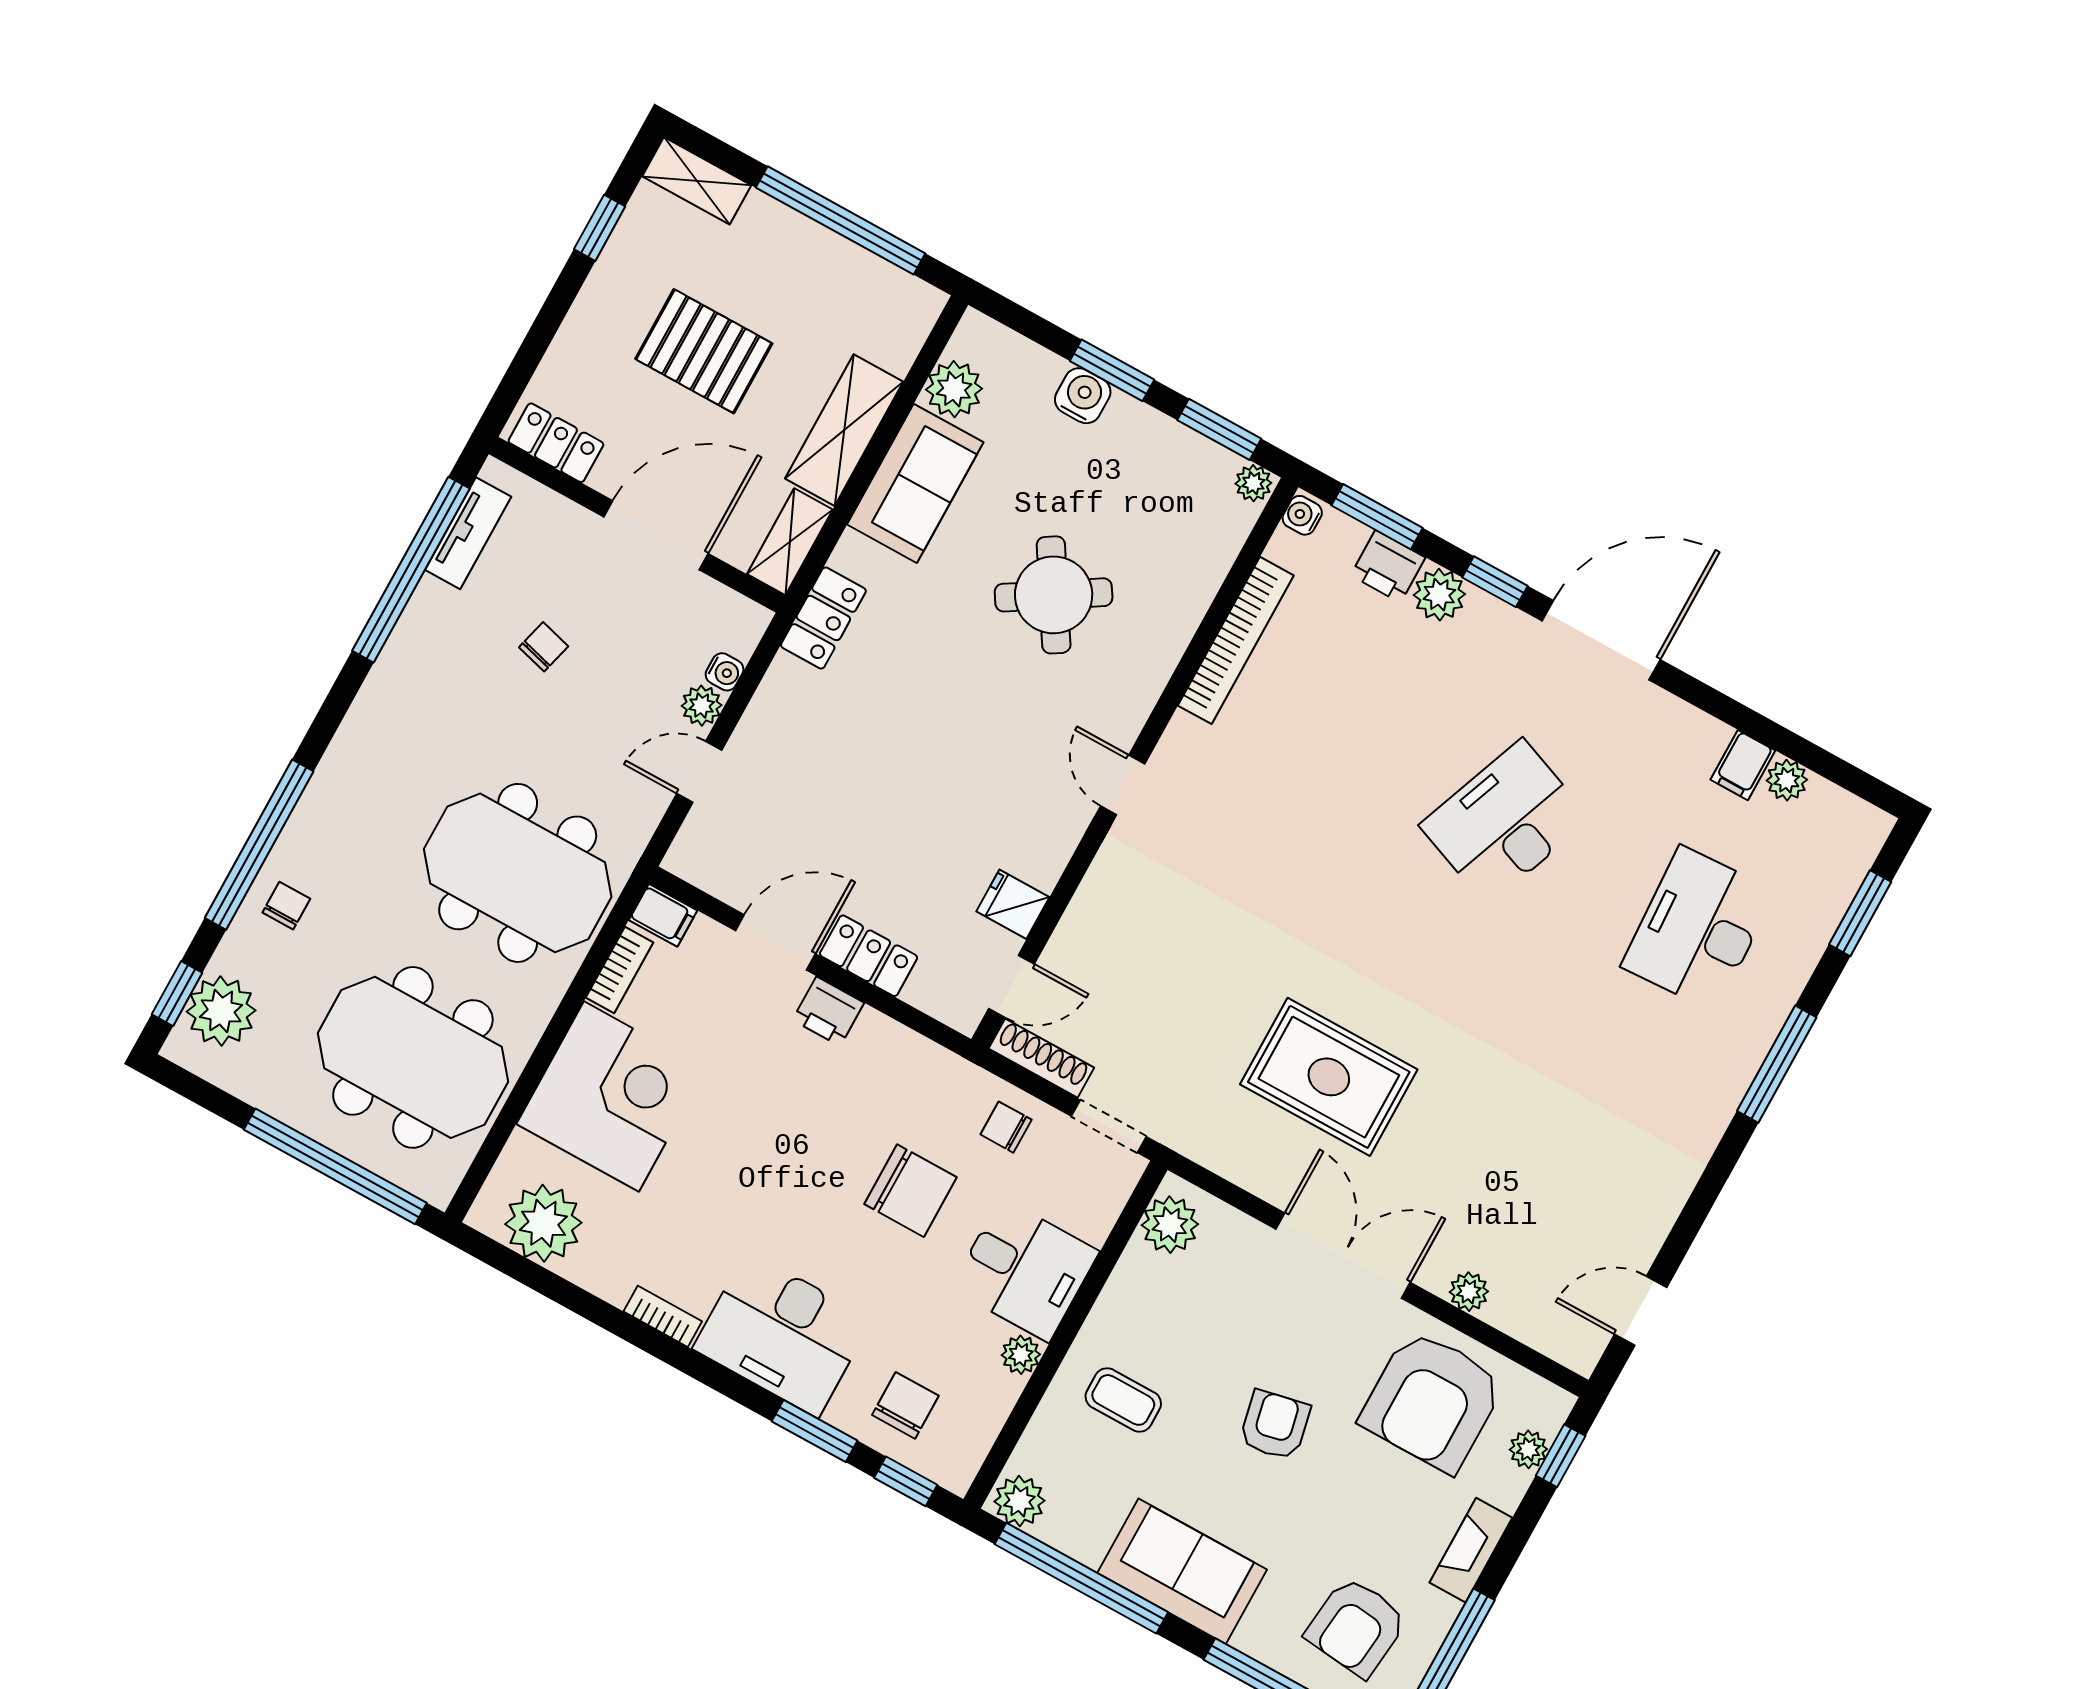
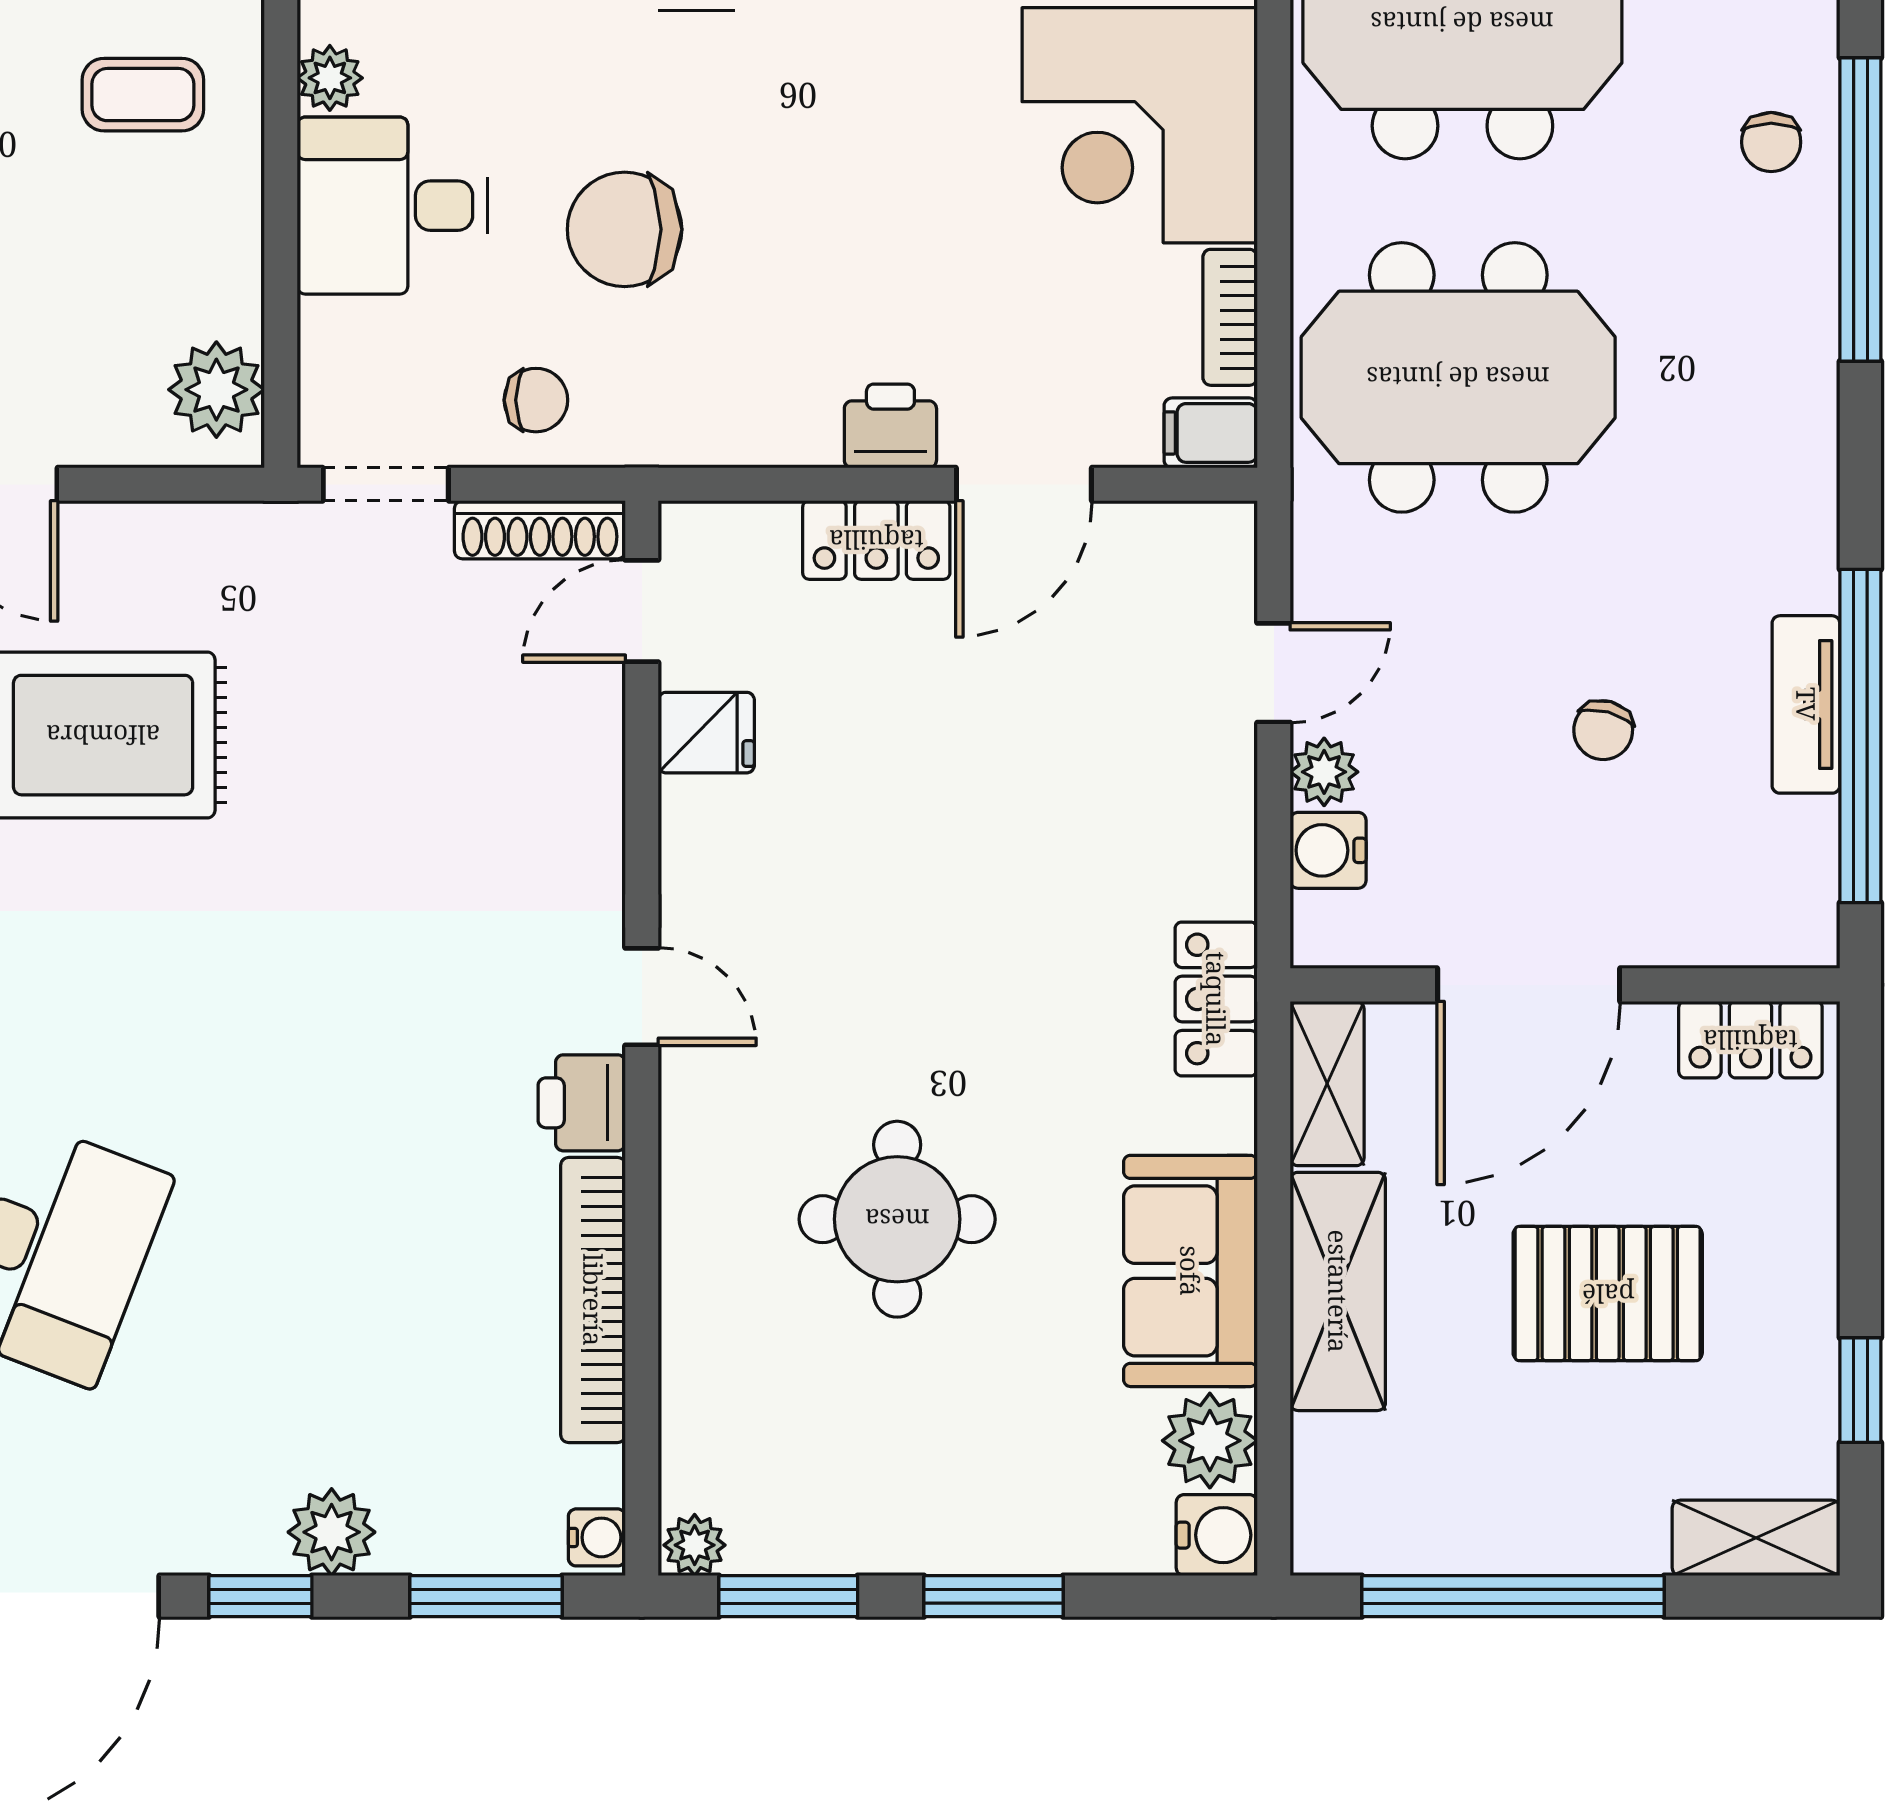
water cooler: (1083, 396) -> (1217, 1535), moved, turned -90
tv unit: (468, 533) -> (1806, 704), moved
printer: (1388, 566) -> (582, 1103), moved, turned -90
round table: (1054, 595) -> (897, 1219), turned 32
water cooler: (725, 672) -> (1328, 850), width x1.38, depth x1.38

